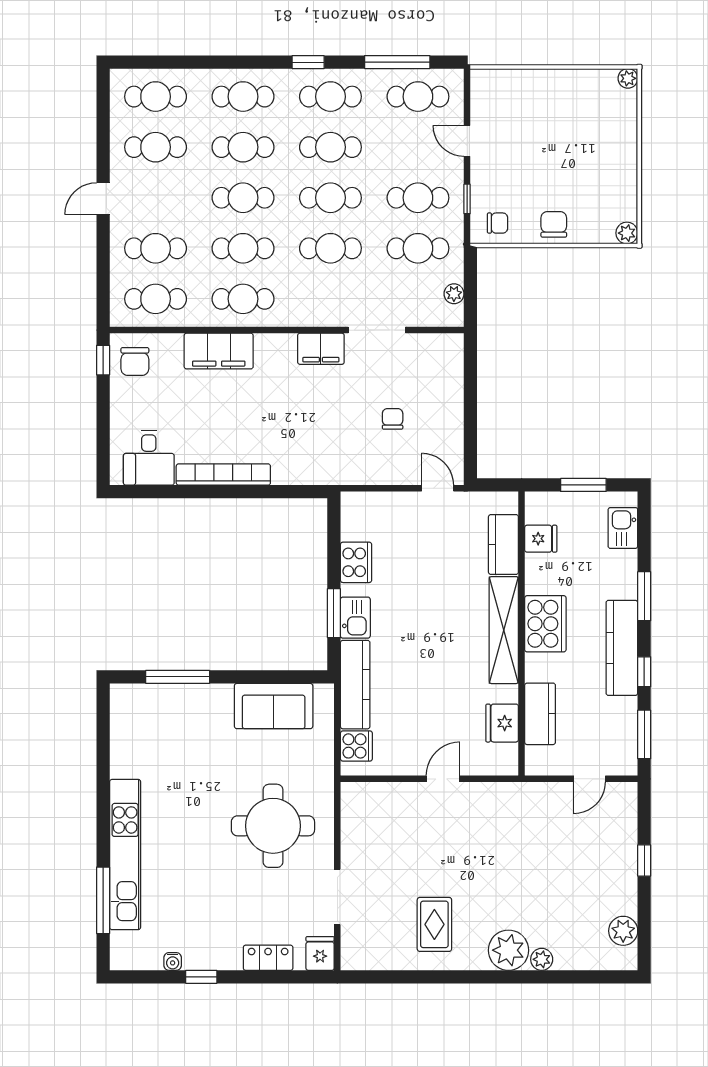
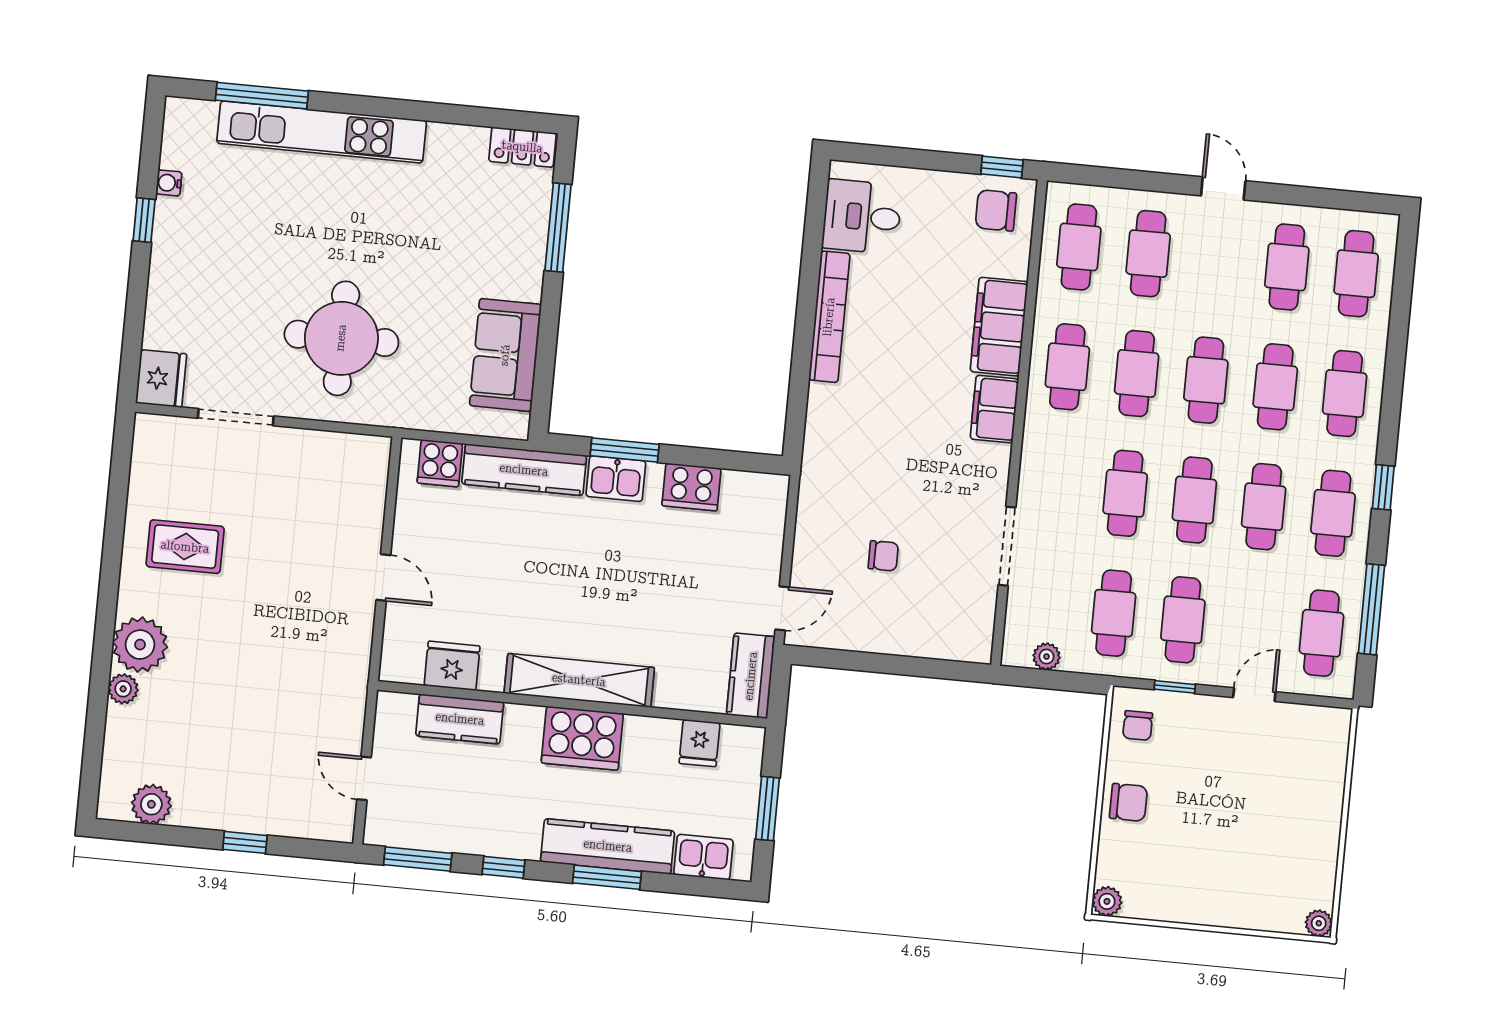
filing cabinet: (321, 349) -> (994, 409), moved
kitchen counter: (503, 544) -> (751, 676), moved, turned -90
kitchen counter: (622, 648) -> (608, 846), moved
fridge: (320, 953) -> (161, 379), width x1.38
locker: (268, 958) -> (522, 147), moved, turned 90

